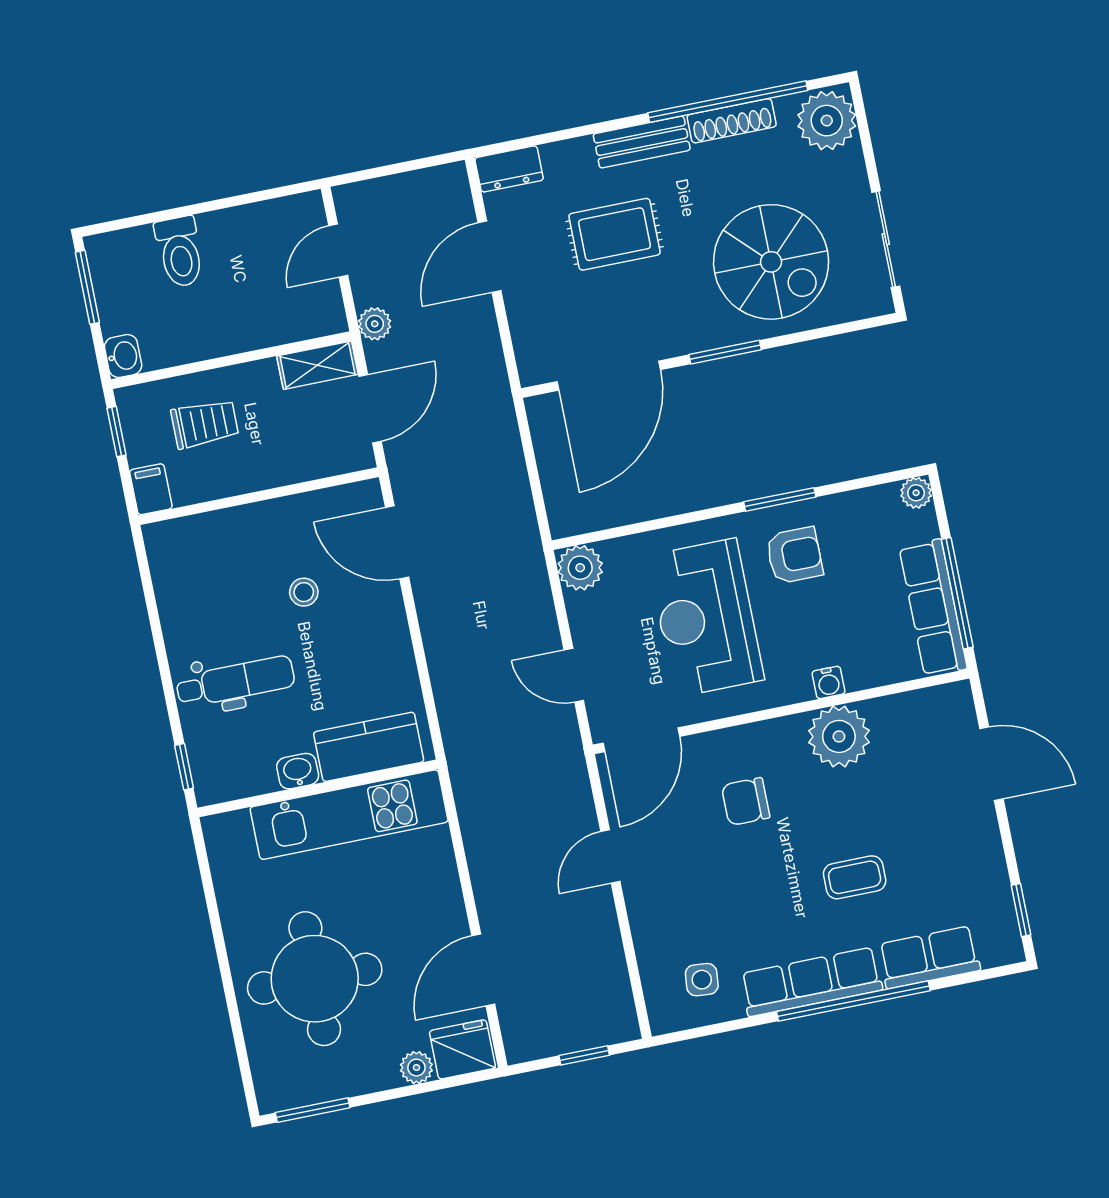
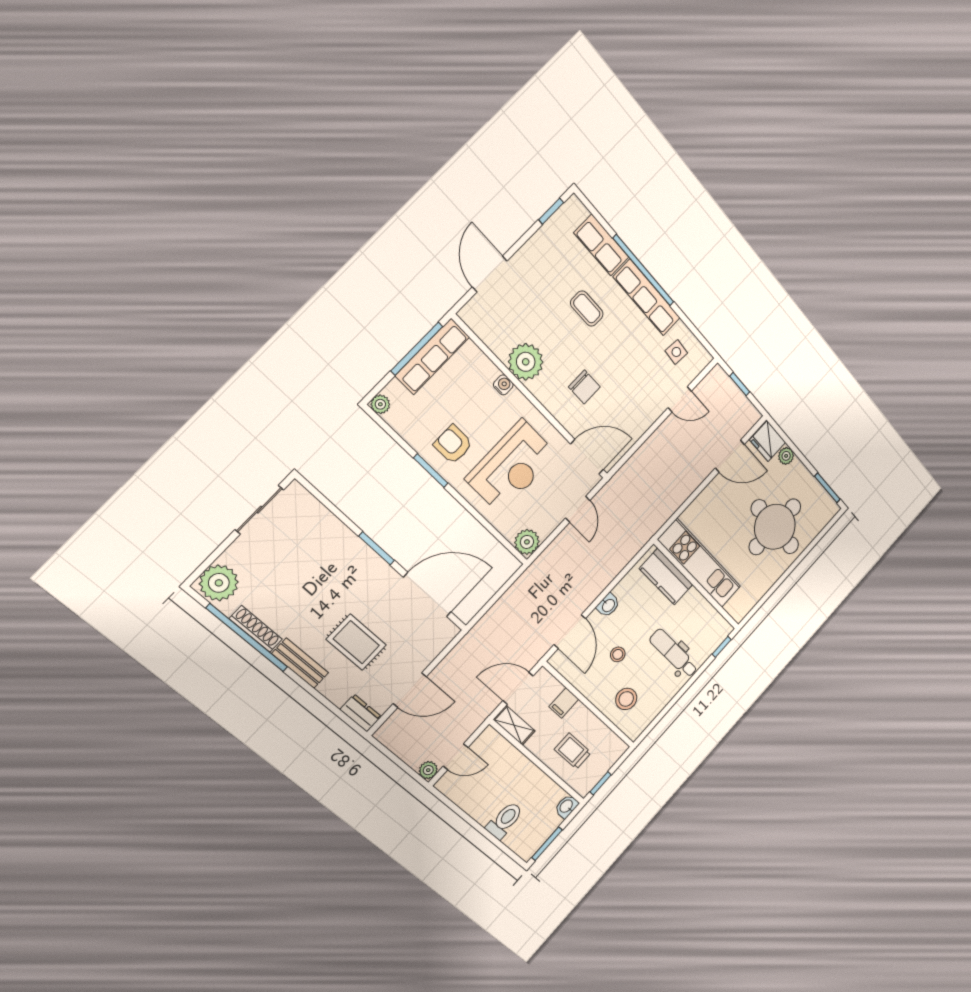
spiral stairs: (771, 262) -> (314, 558), removed
plant: (375, 324) -> (428, 770), moved
filing cabinet: (151, 489) -> (564, 703), moved
stool: (222, 559) -> (626, 699), added
washbasin: (298, 771) -> (608, 605), moved, turned -90
door: (610, 856) -> (680, 399), moved

